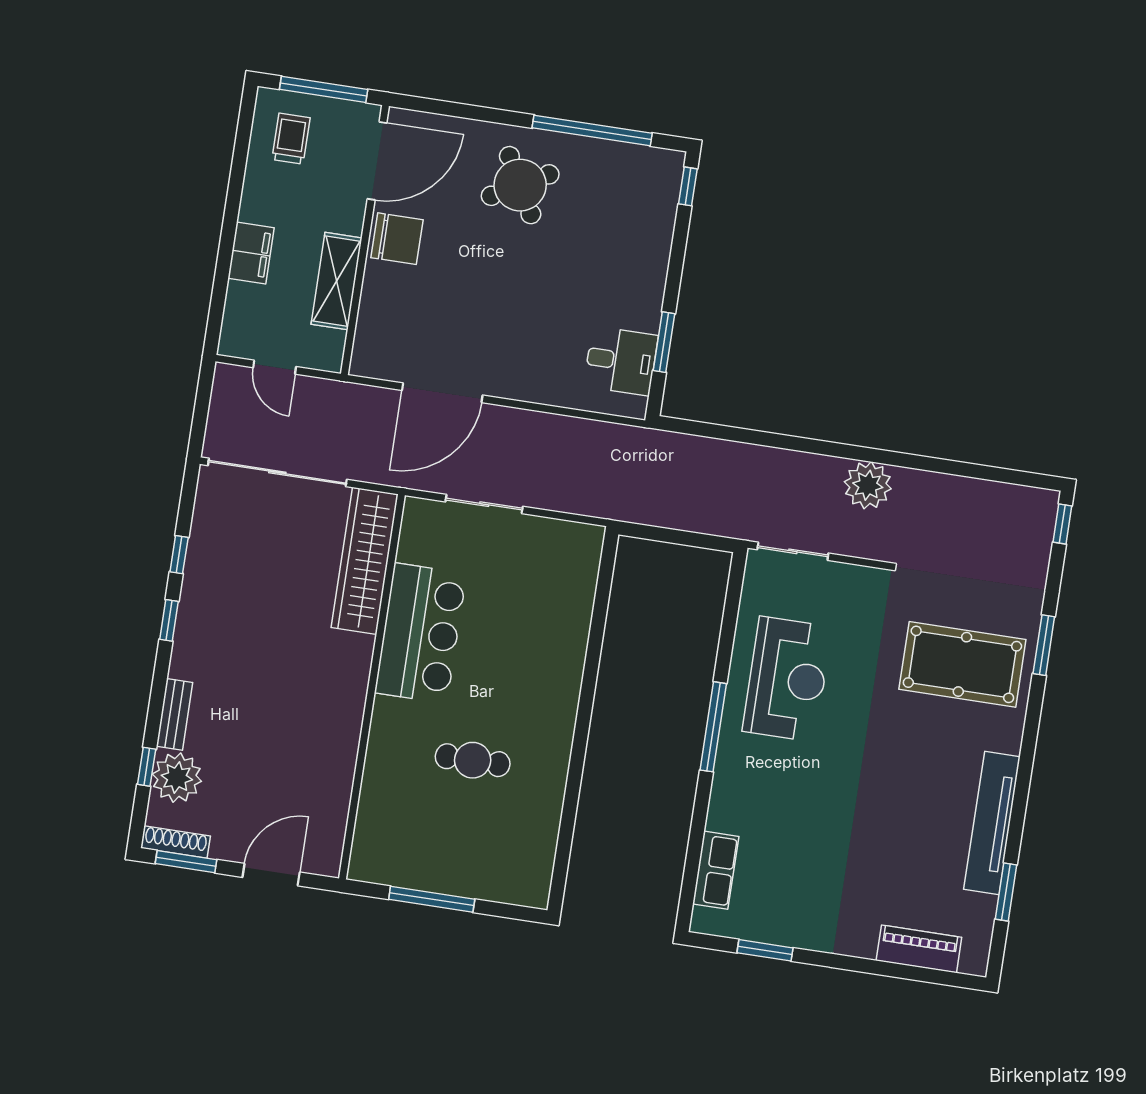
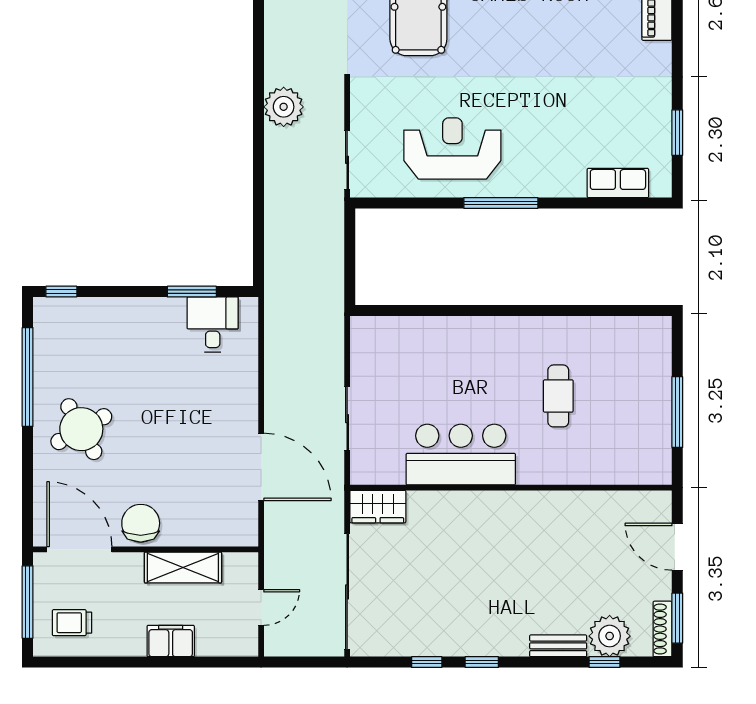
wardrobe: (365, 561) -> (378, 507), width x0.48, depth x0.85

